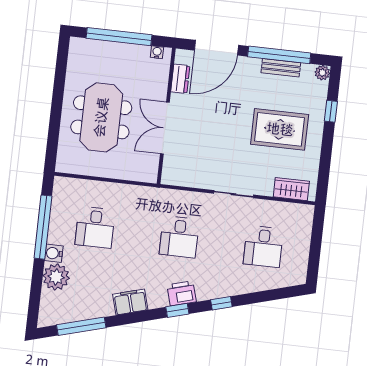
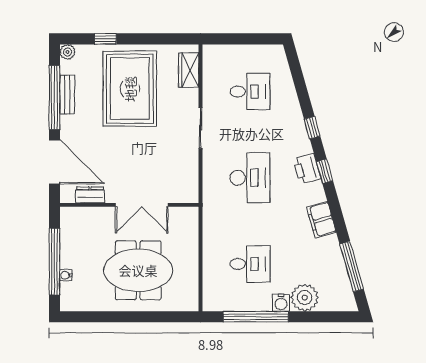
water cooler: (157, 52) -> (66, 275), moved
rug: (280, 129) -> (130, 89), width x1.37, depth x1.44
desk: (179, 237) -> (250, 178), width x1.37

